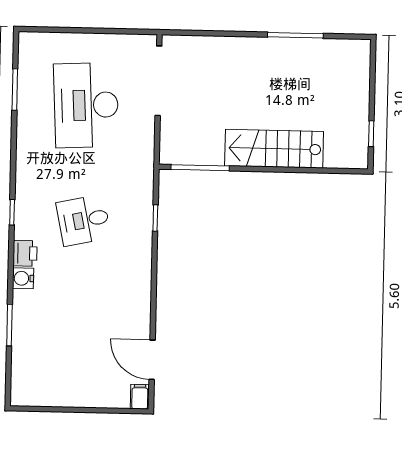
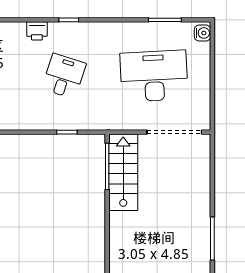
stairs: (274, 149) -> (123, 172), moved
desk: (84, 220) -> (64, 76), turned 30
water cooler: (23, 278) -> (203, 33), moved, turned 90

